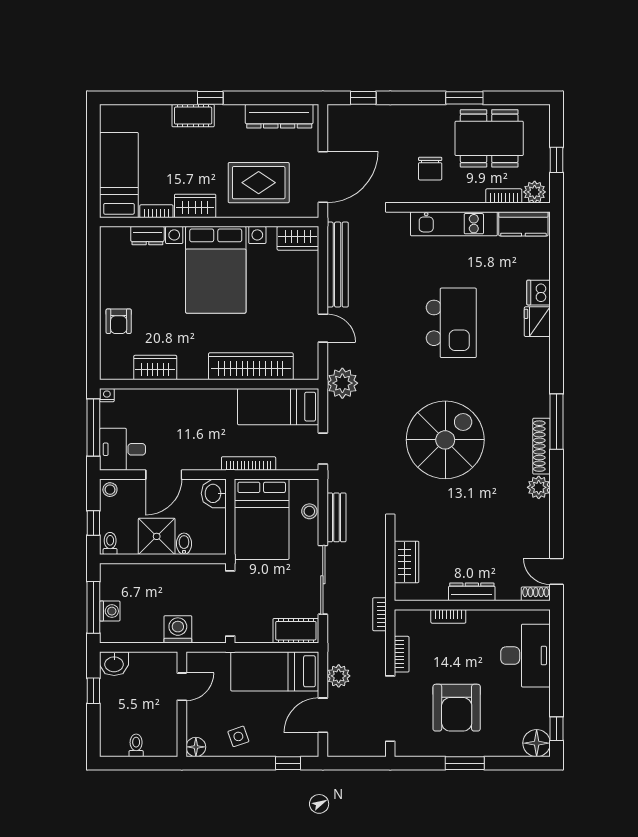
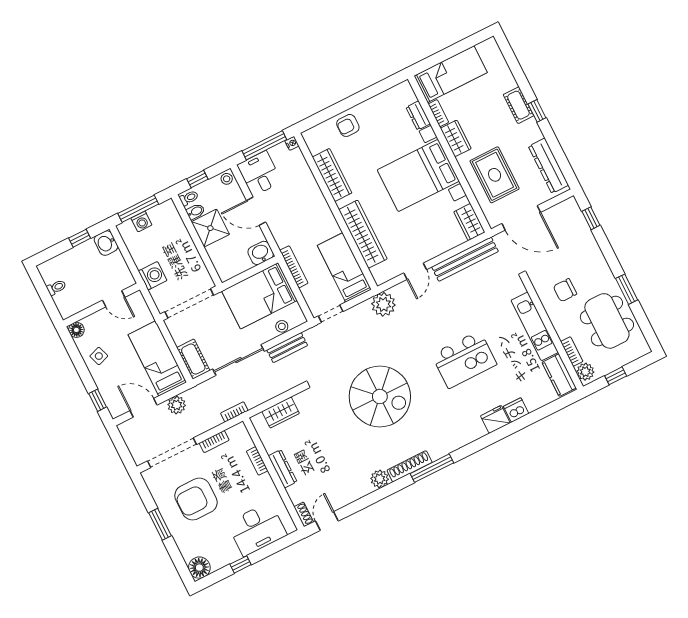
wardrobe: (155, 368) -> (332, 175), width x1.50
bidet: (184, 544) -> (195, 211), moved
window: (557, 729) -> (241, 564), moved

